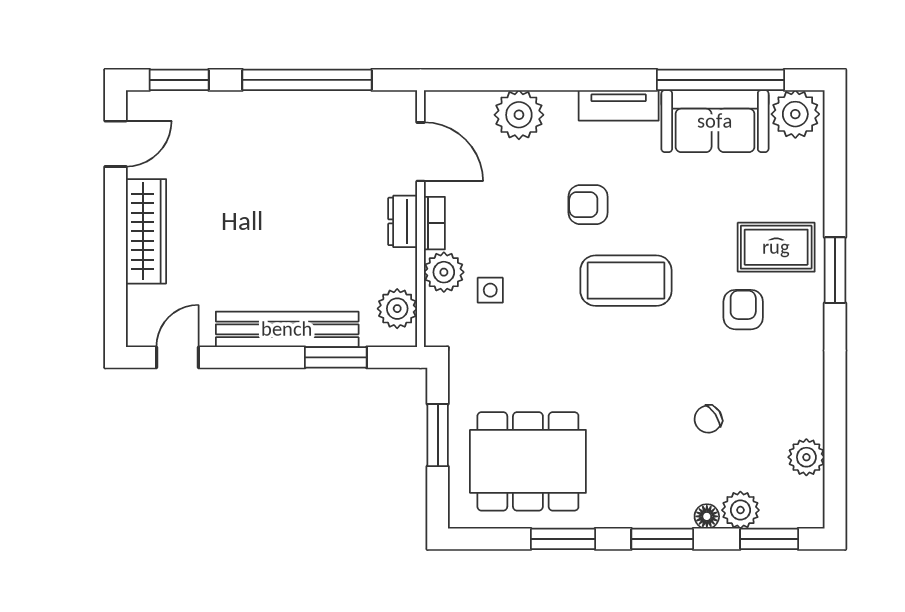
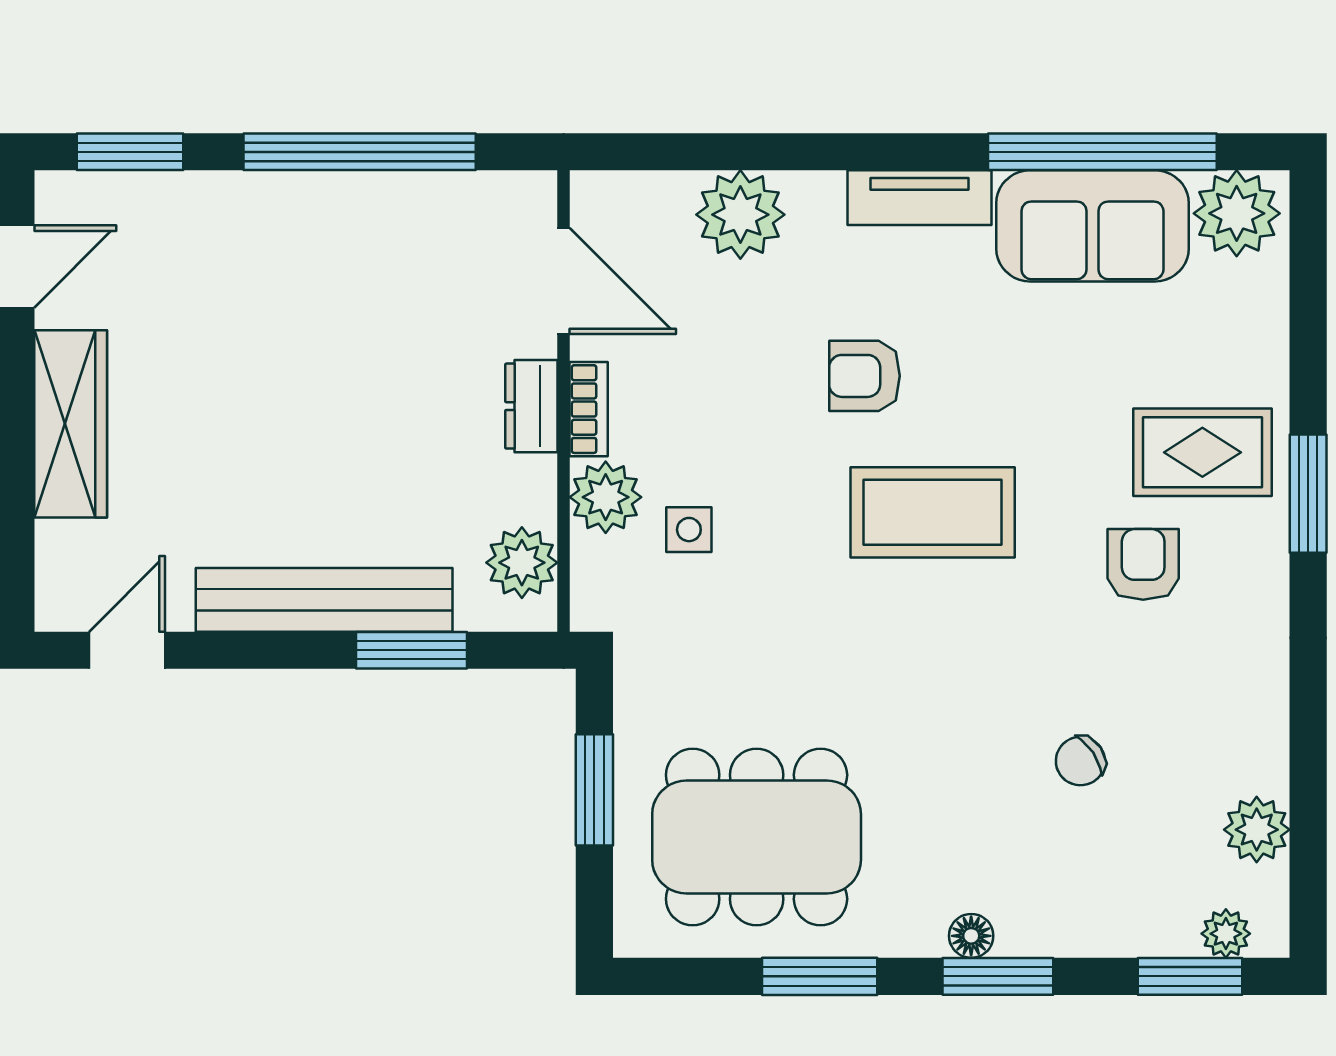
plant: (740, 510) -> (1226, 934), moved, width x0.73, depth x0.73
floor lamp: (707, 516) -> (971, 936), moved

